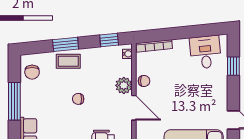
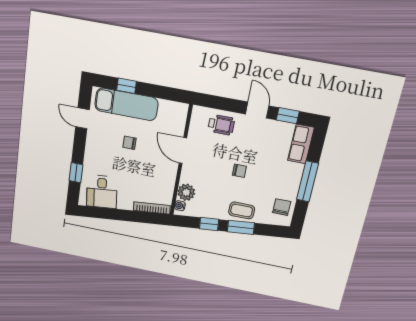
window: (109, 40) -> (209, 224), moved
chair: (144, 81) -> (129, 143), moved
plant: (124, 85) -> (186, 192), moved

